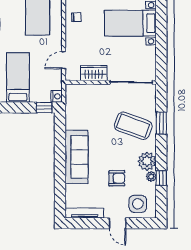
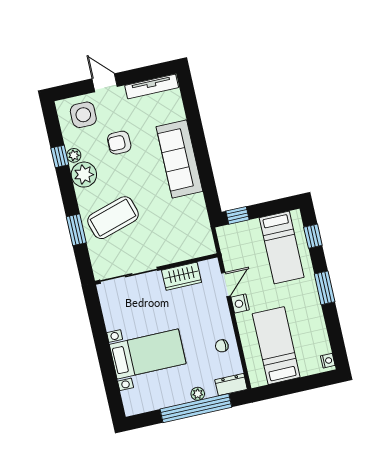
nightstand: (56, 96) -> (240, 303), moved
coffee table: (133, 126) -> (113, 218), turned -37

